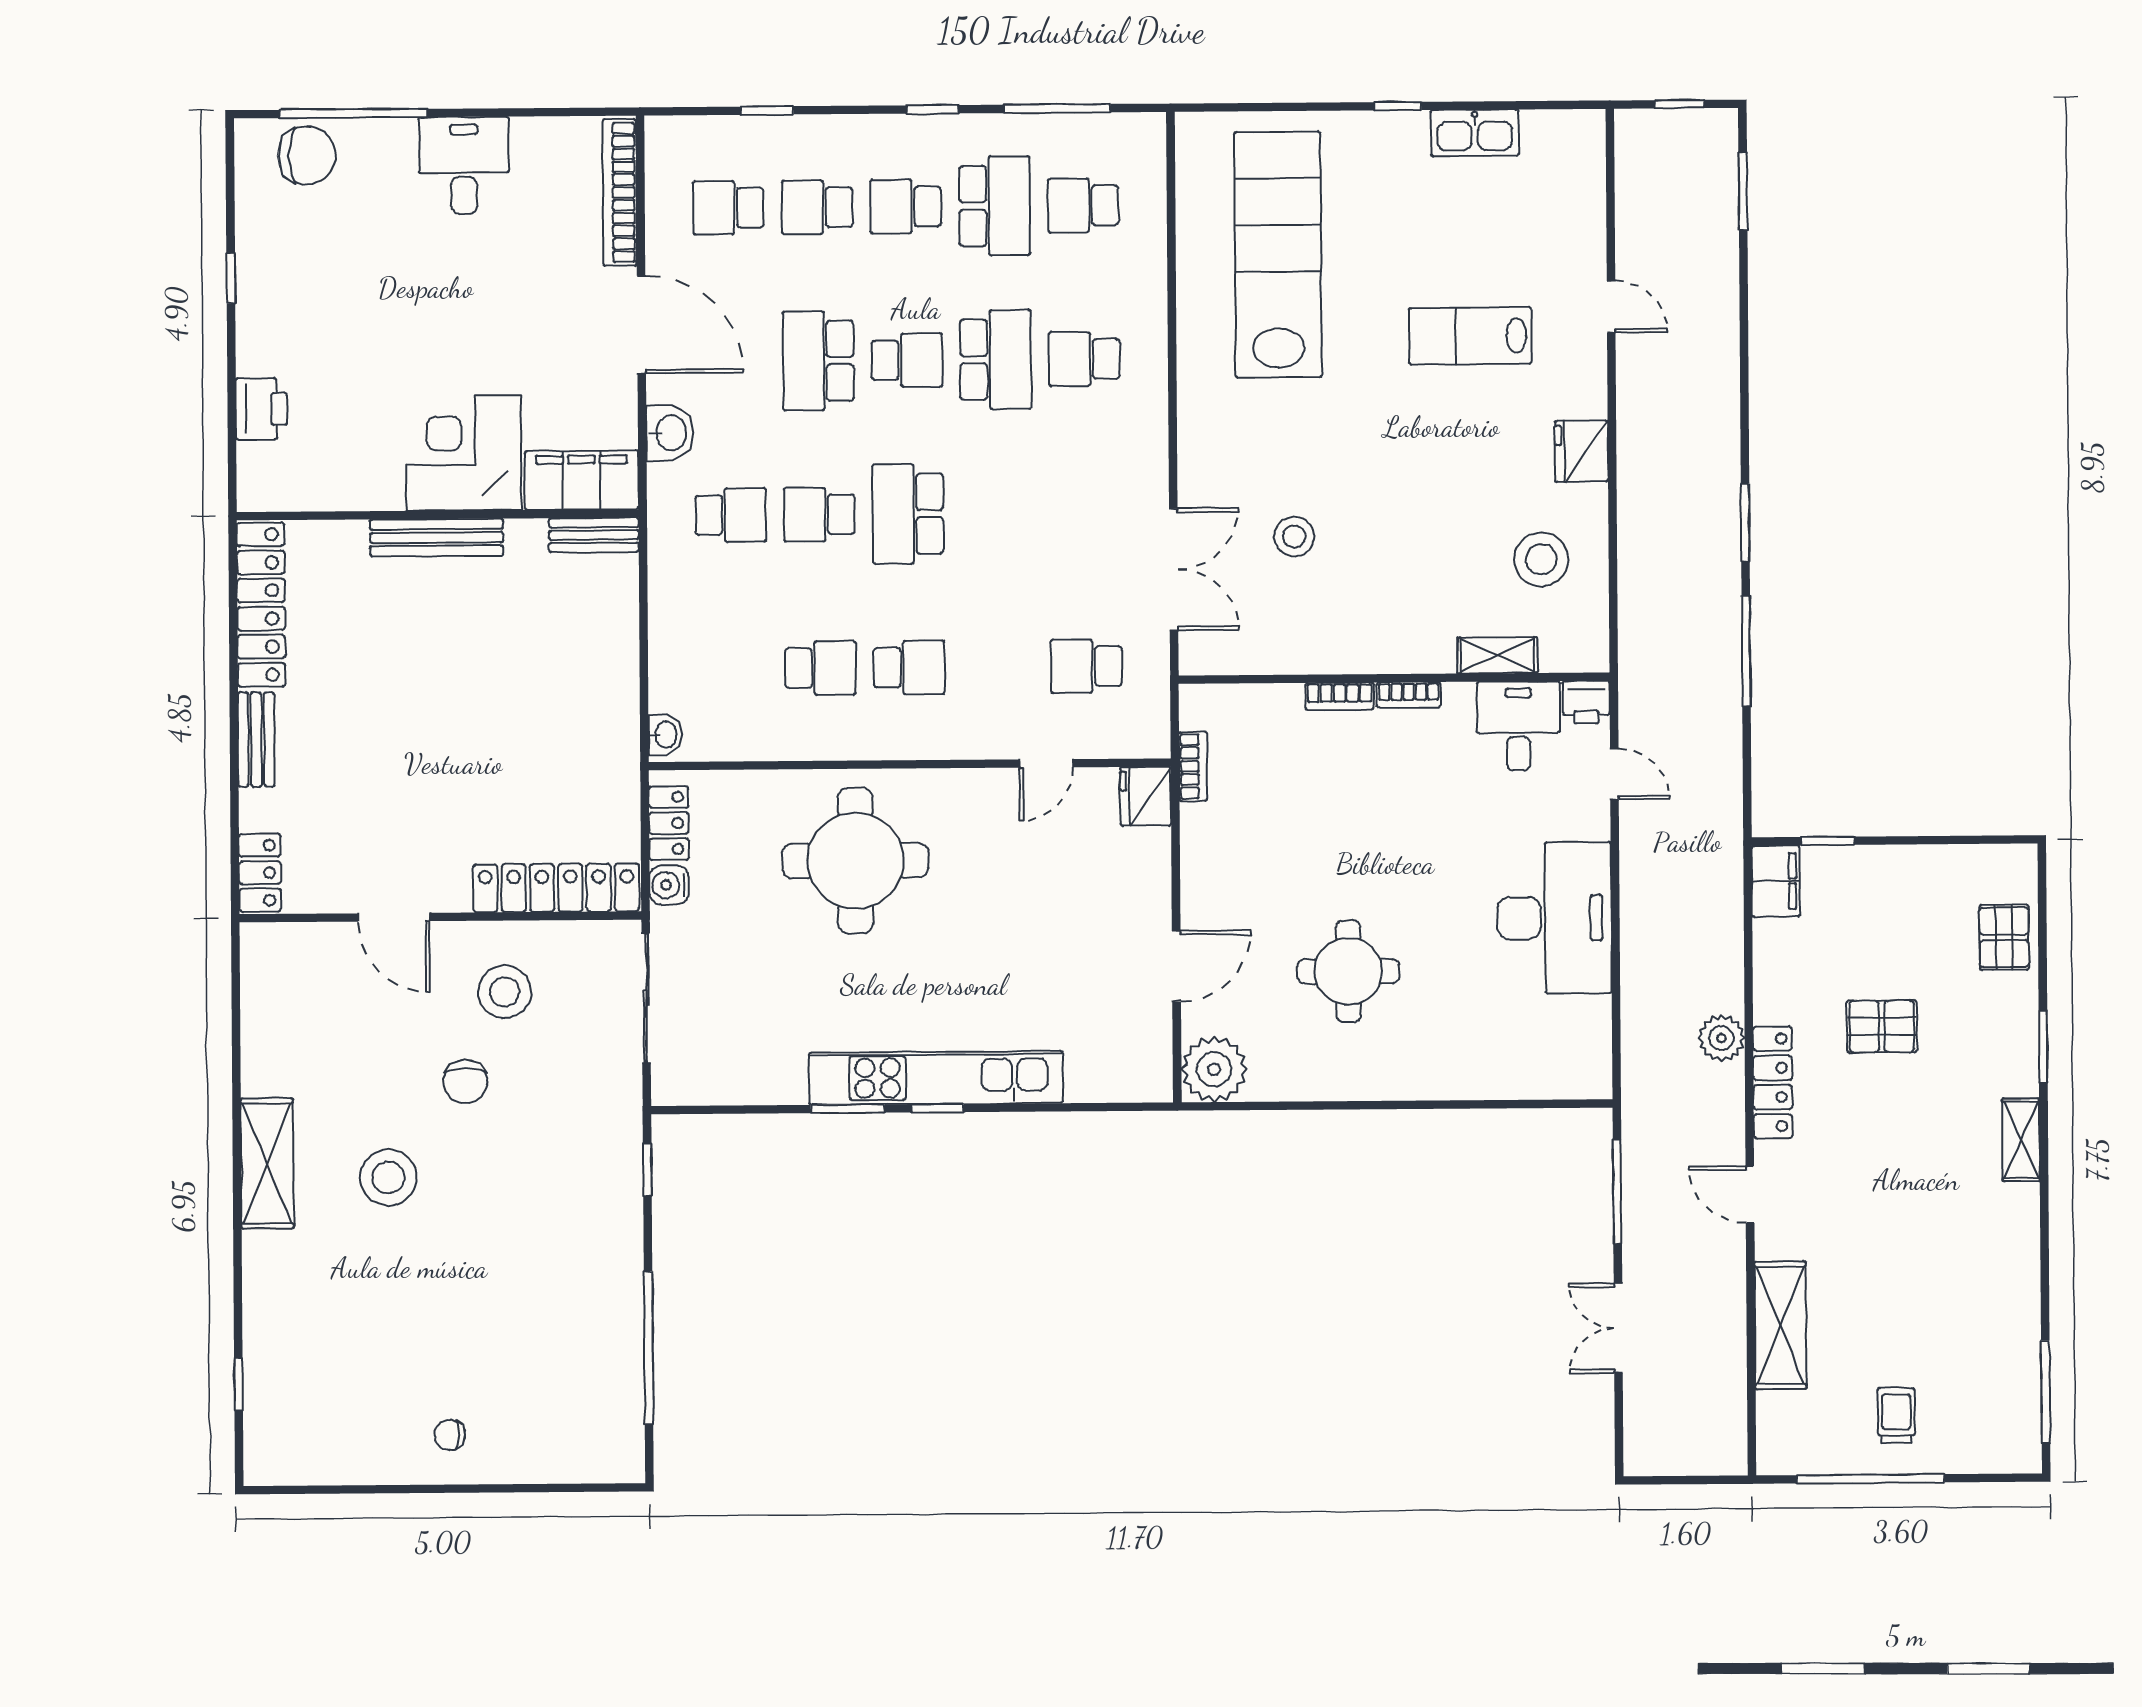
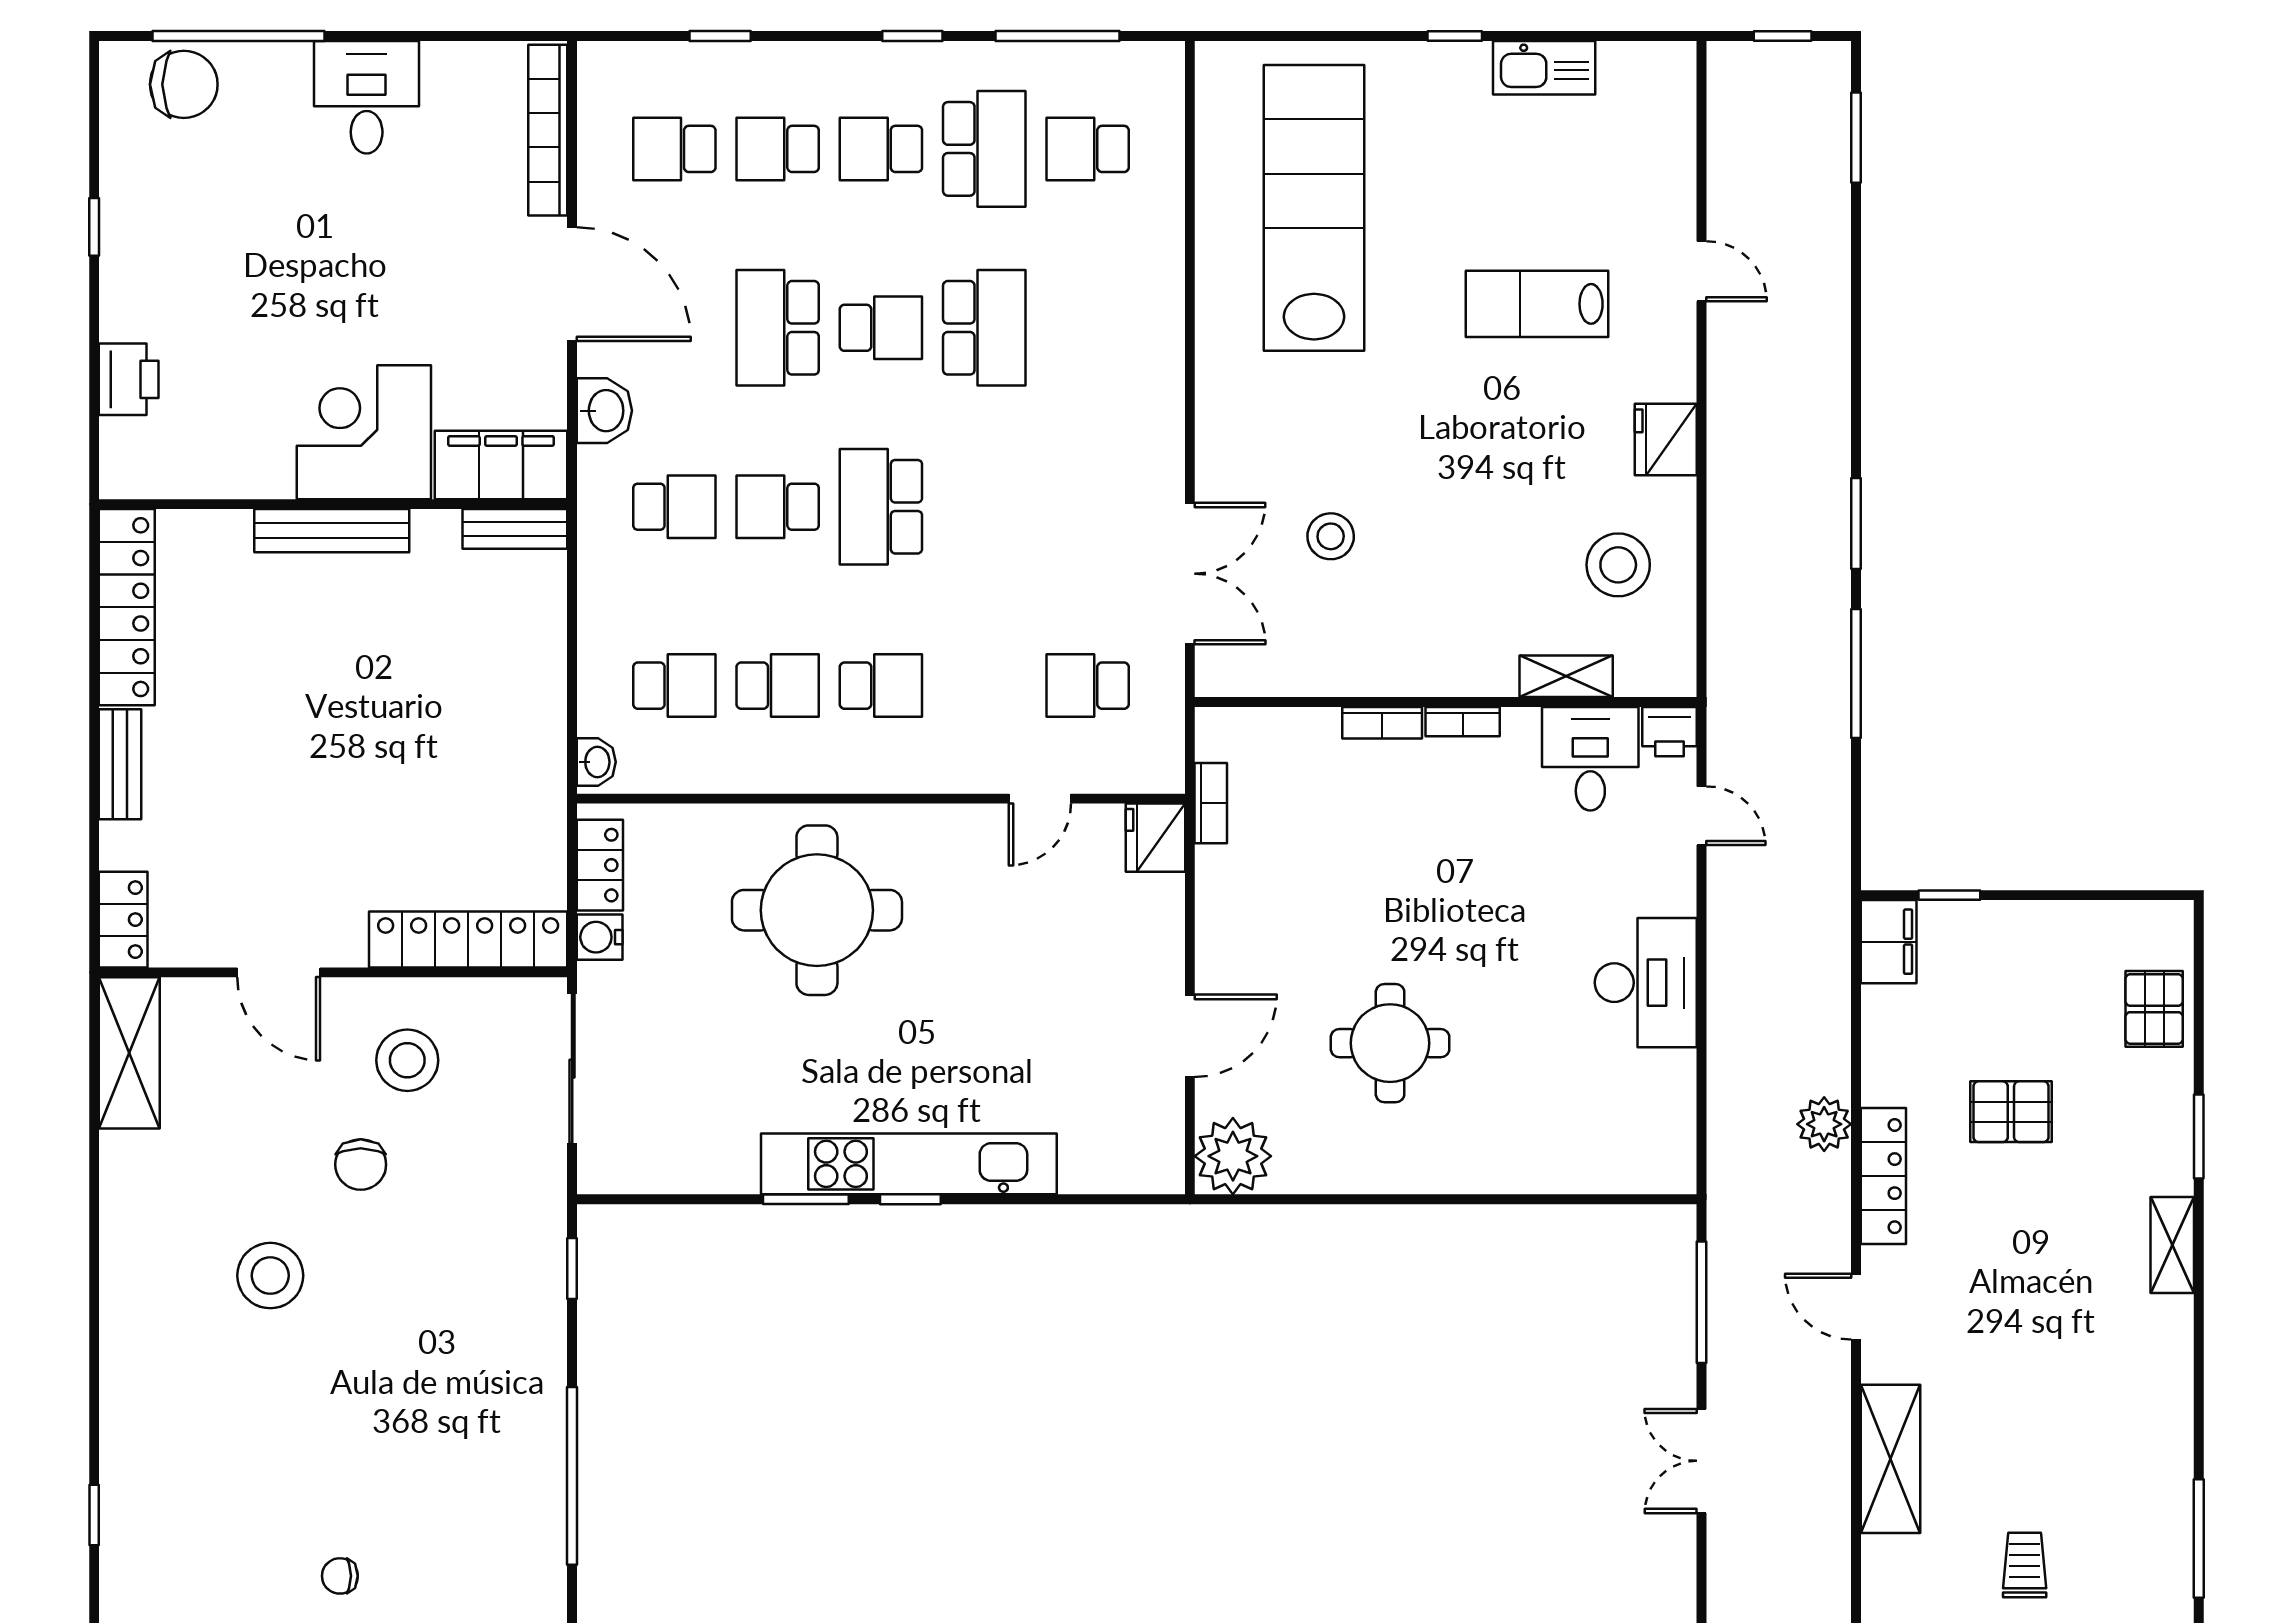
school desk: (1084, 359) -> (674, 686), moved, turned 180
desk: (1554, 918) -> (1646, 983), width x0.73, depth x0.77
shelving: (267, 1163) -> (129, 1053), moved

